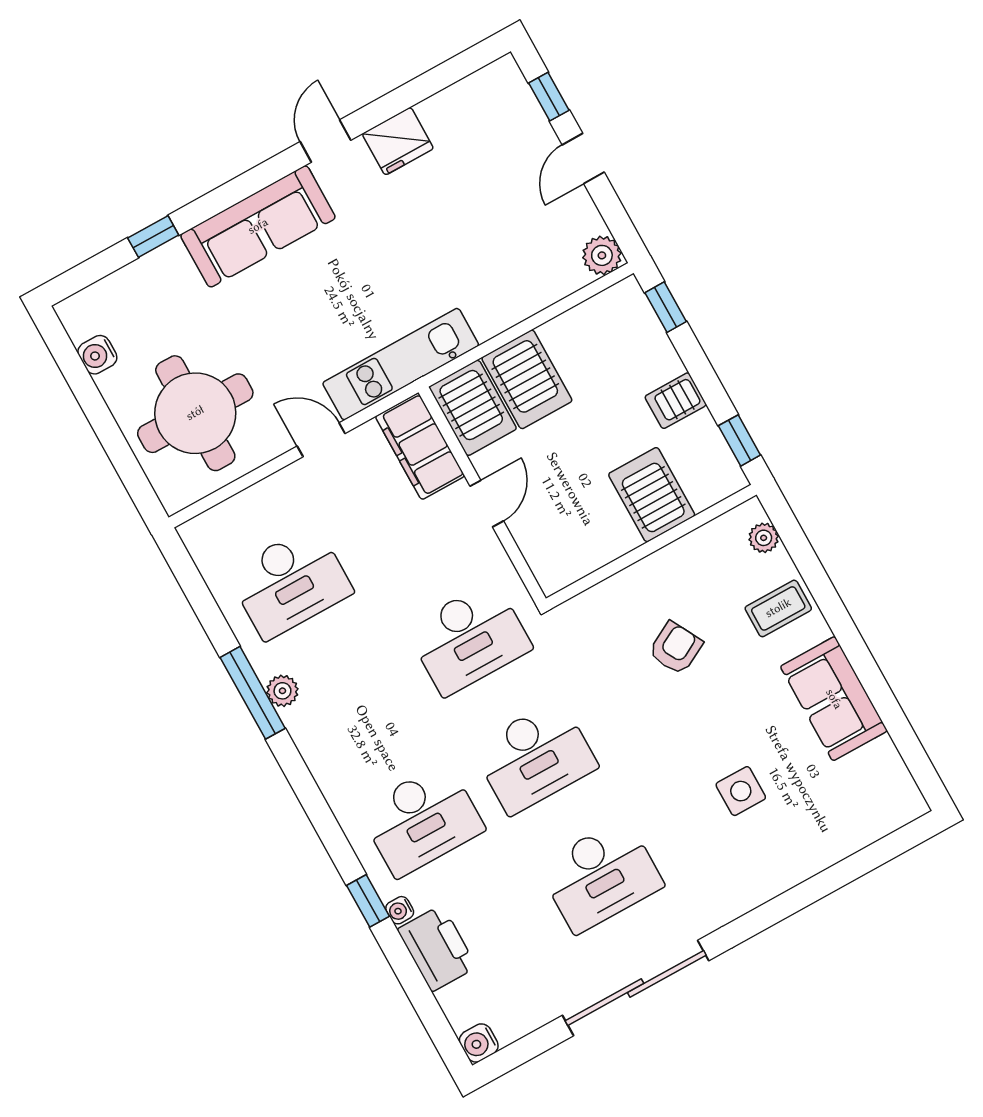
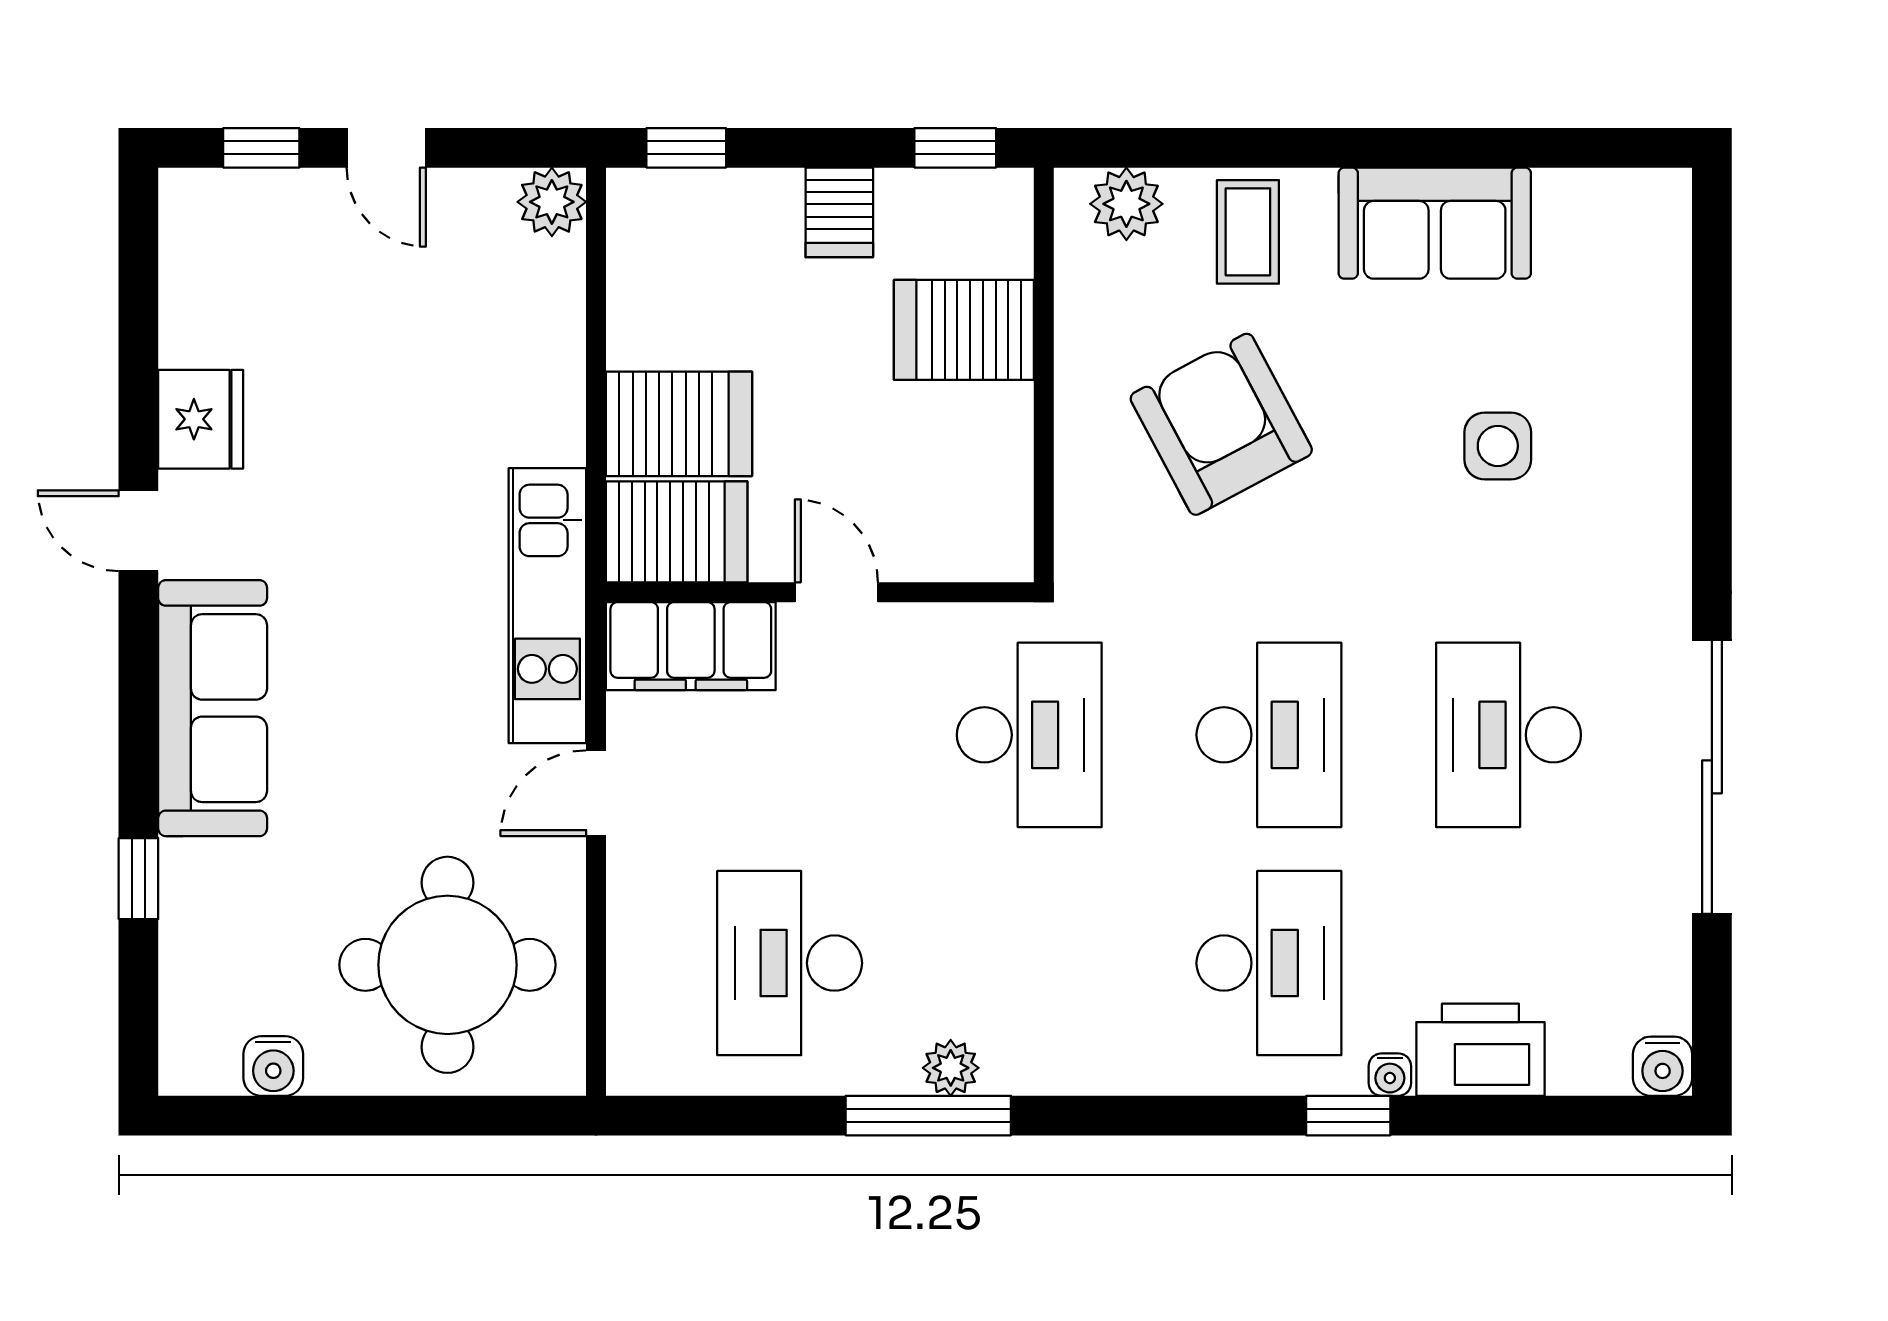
plant: (764, 538) -> (1126, 204), width x1.38, depth x1.38
desk: (290, 582) -> (790, 963), turned 180
armchair: (676, 648) -> (1221, 424), width x1.88, depth x1.88
desk: (601, 876) -> (1508, 735), turned 180

